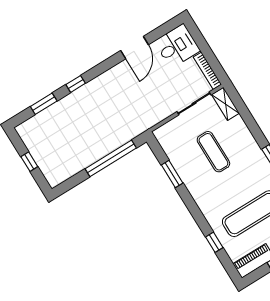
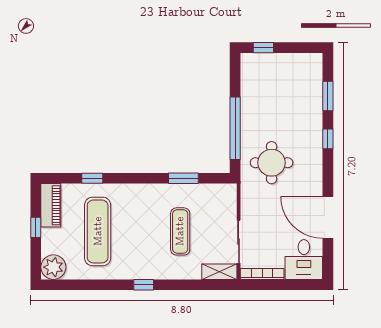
door: (135, 48) -> (328, 217), width x1.36
round table: (120, 115) -> (272, 163), added
exercise mat: (213, 152) -> (180, 231), turned 90
window: (29, 162) -> (263, 48), moved

